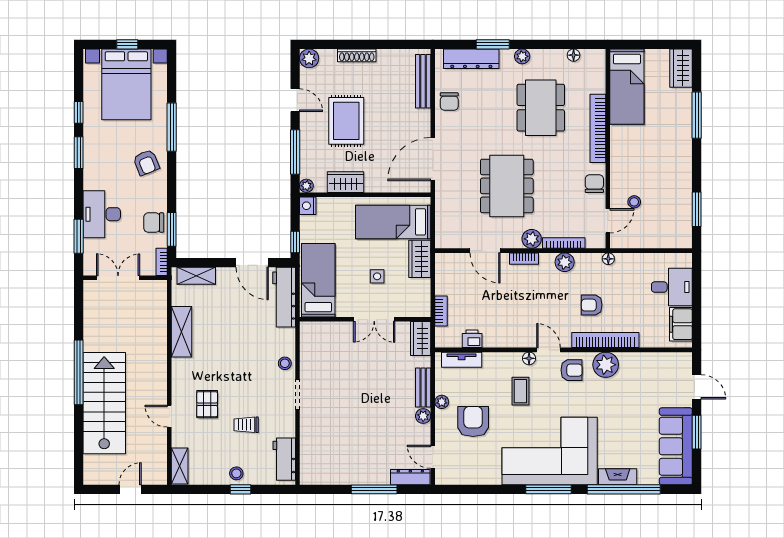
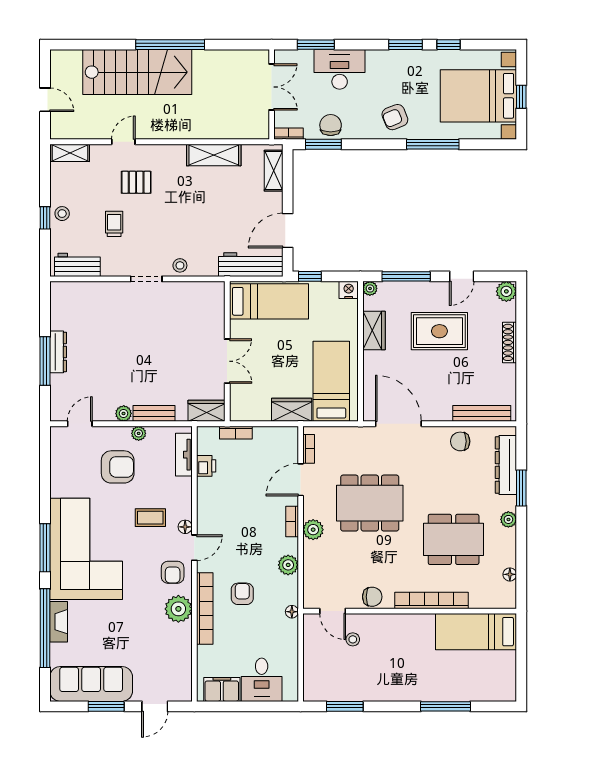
wardrobe: (681, 68) -> (496, 690), removed
bookcase: (564, 243) -> (309, 449), moved, width x0.64
side table: (377, 276) -> (273, 364), removed
double door: (374, 319) -> (227, 361), swing flipped
dresser: (410, 477) -> (58, 352), moved

